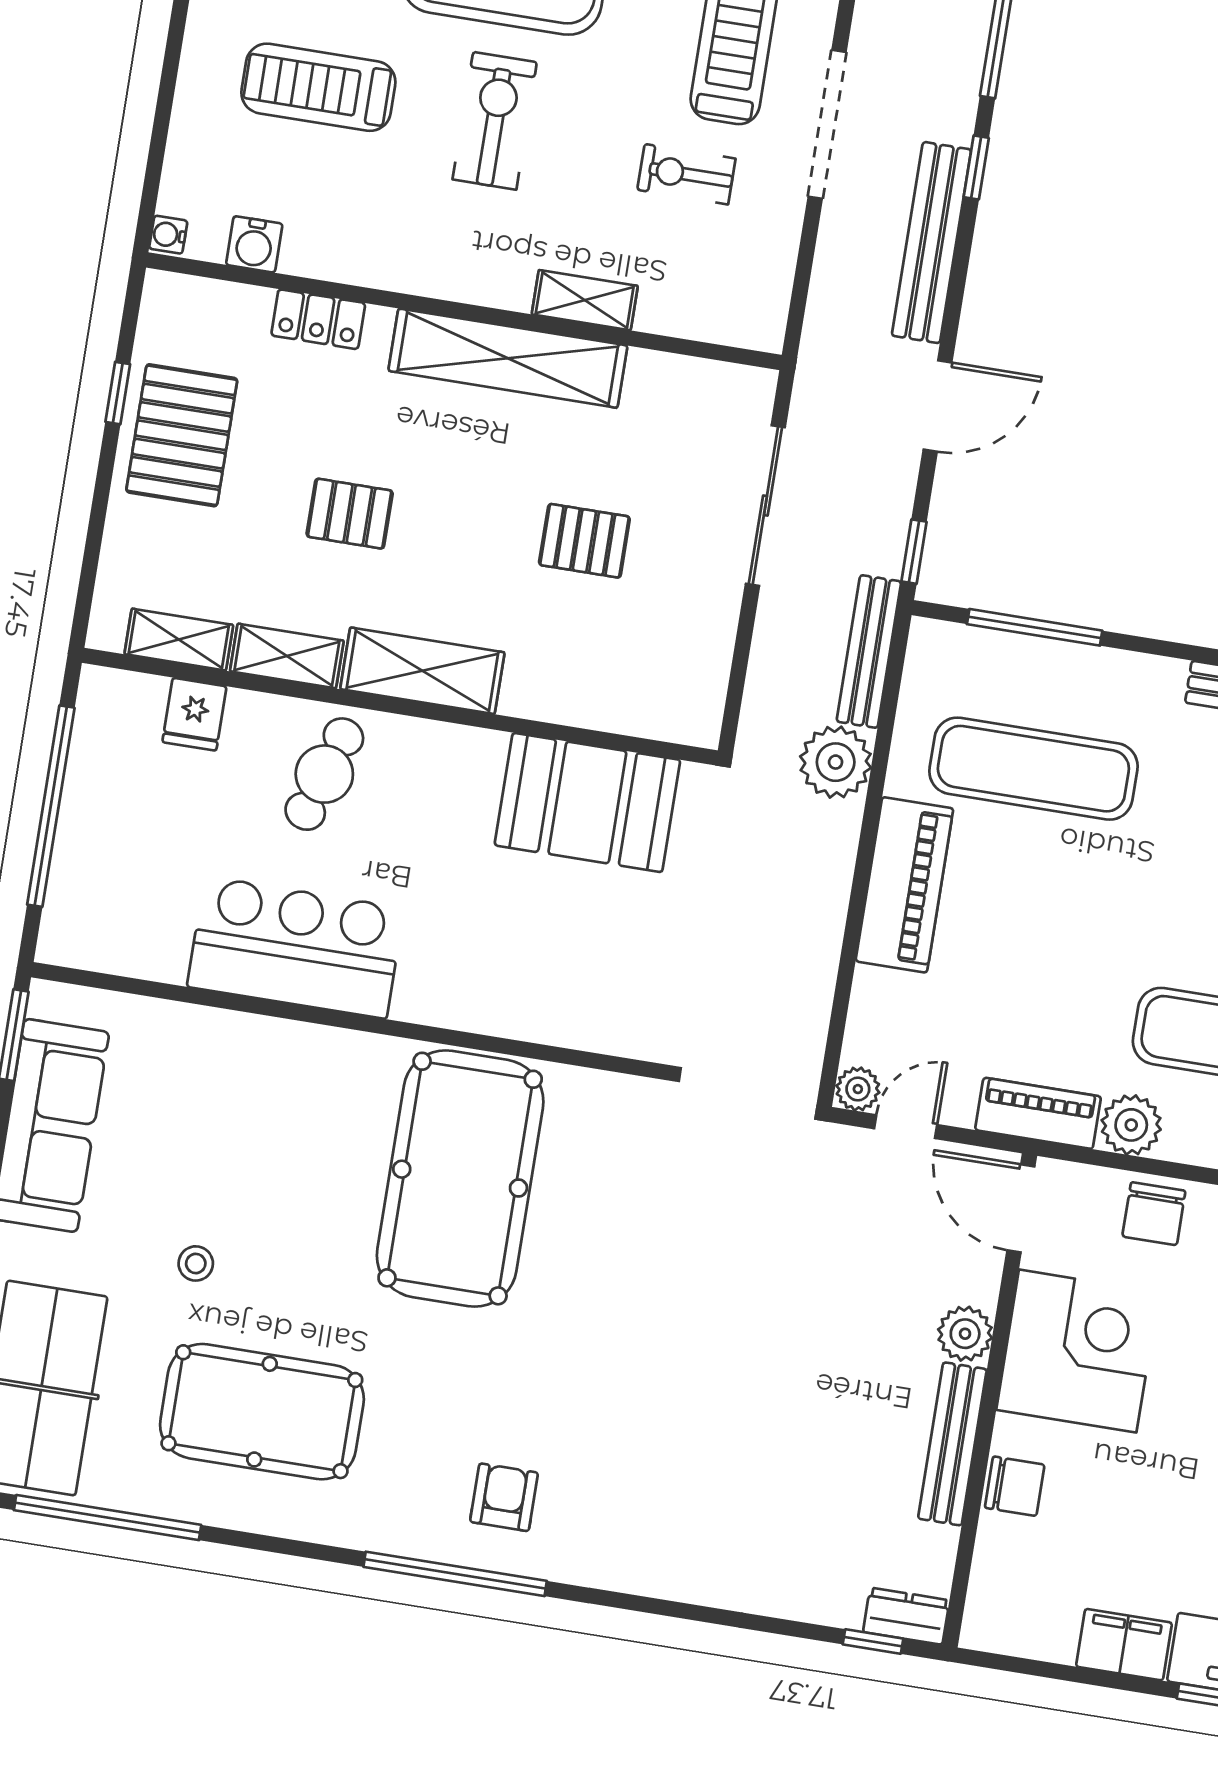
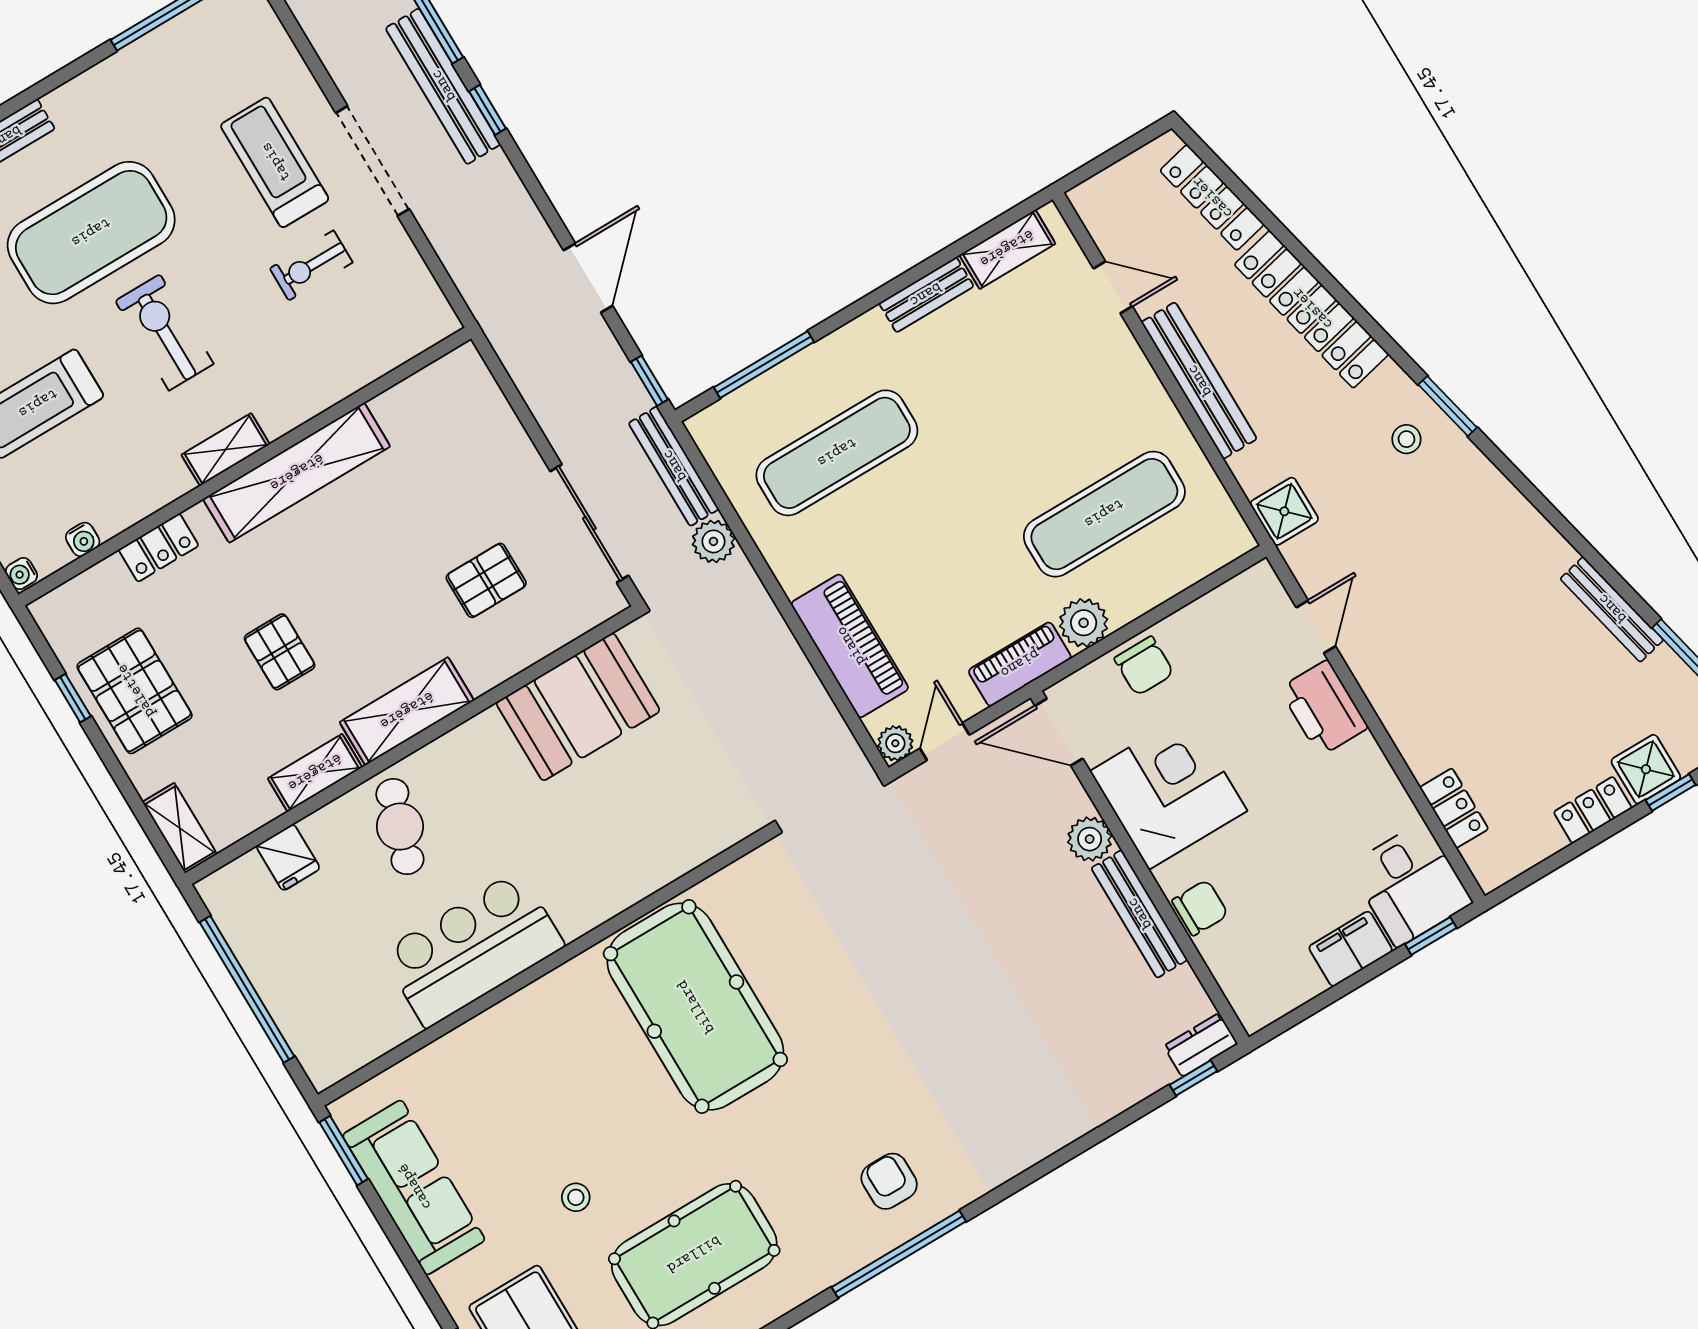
bench: (931, 243) -> (443, 86), moved
water cooler: (254, 244) -> (83, 539), width x0.72, depth x0.72
shelving: (585, 300) -> (226, 449), moved
sliding door: (765, 506) -> (589, 523), moved
pallet: (350, 514) -> (280, 652), turned 90
pallet: (584, 541) -> (486, 580), moved
shelving: (179, 640) -> (180, 828), moved, turned 90
plant: (836, 762) -> (713, 541), width x0.73, depth x0.73
piano: (904, 885) -> (850, 646), moved

